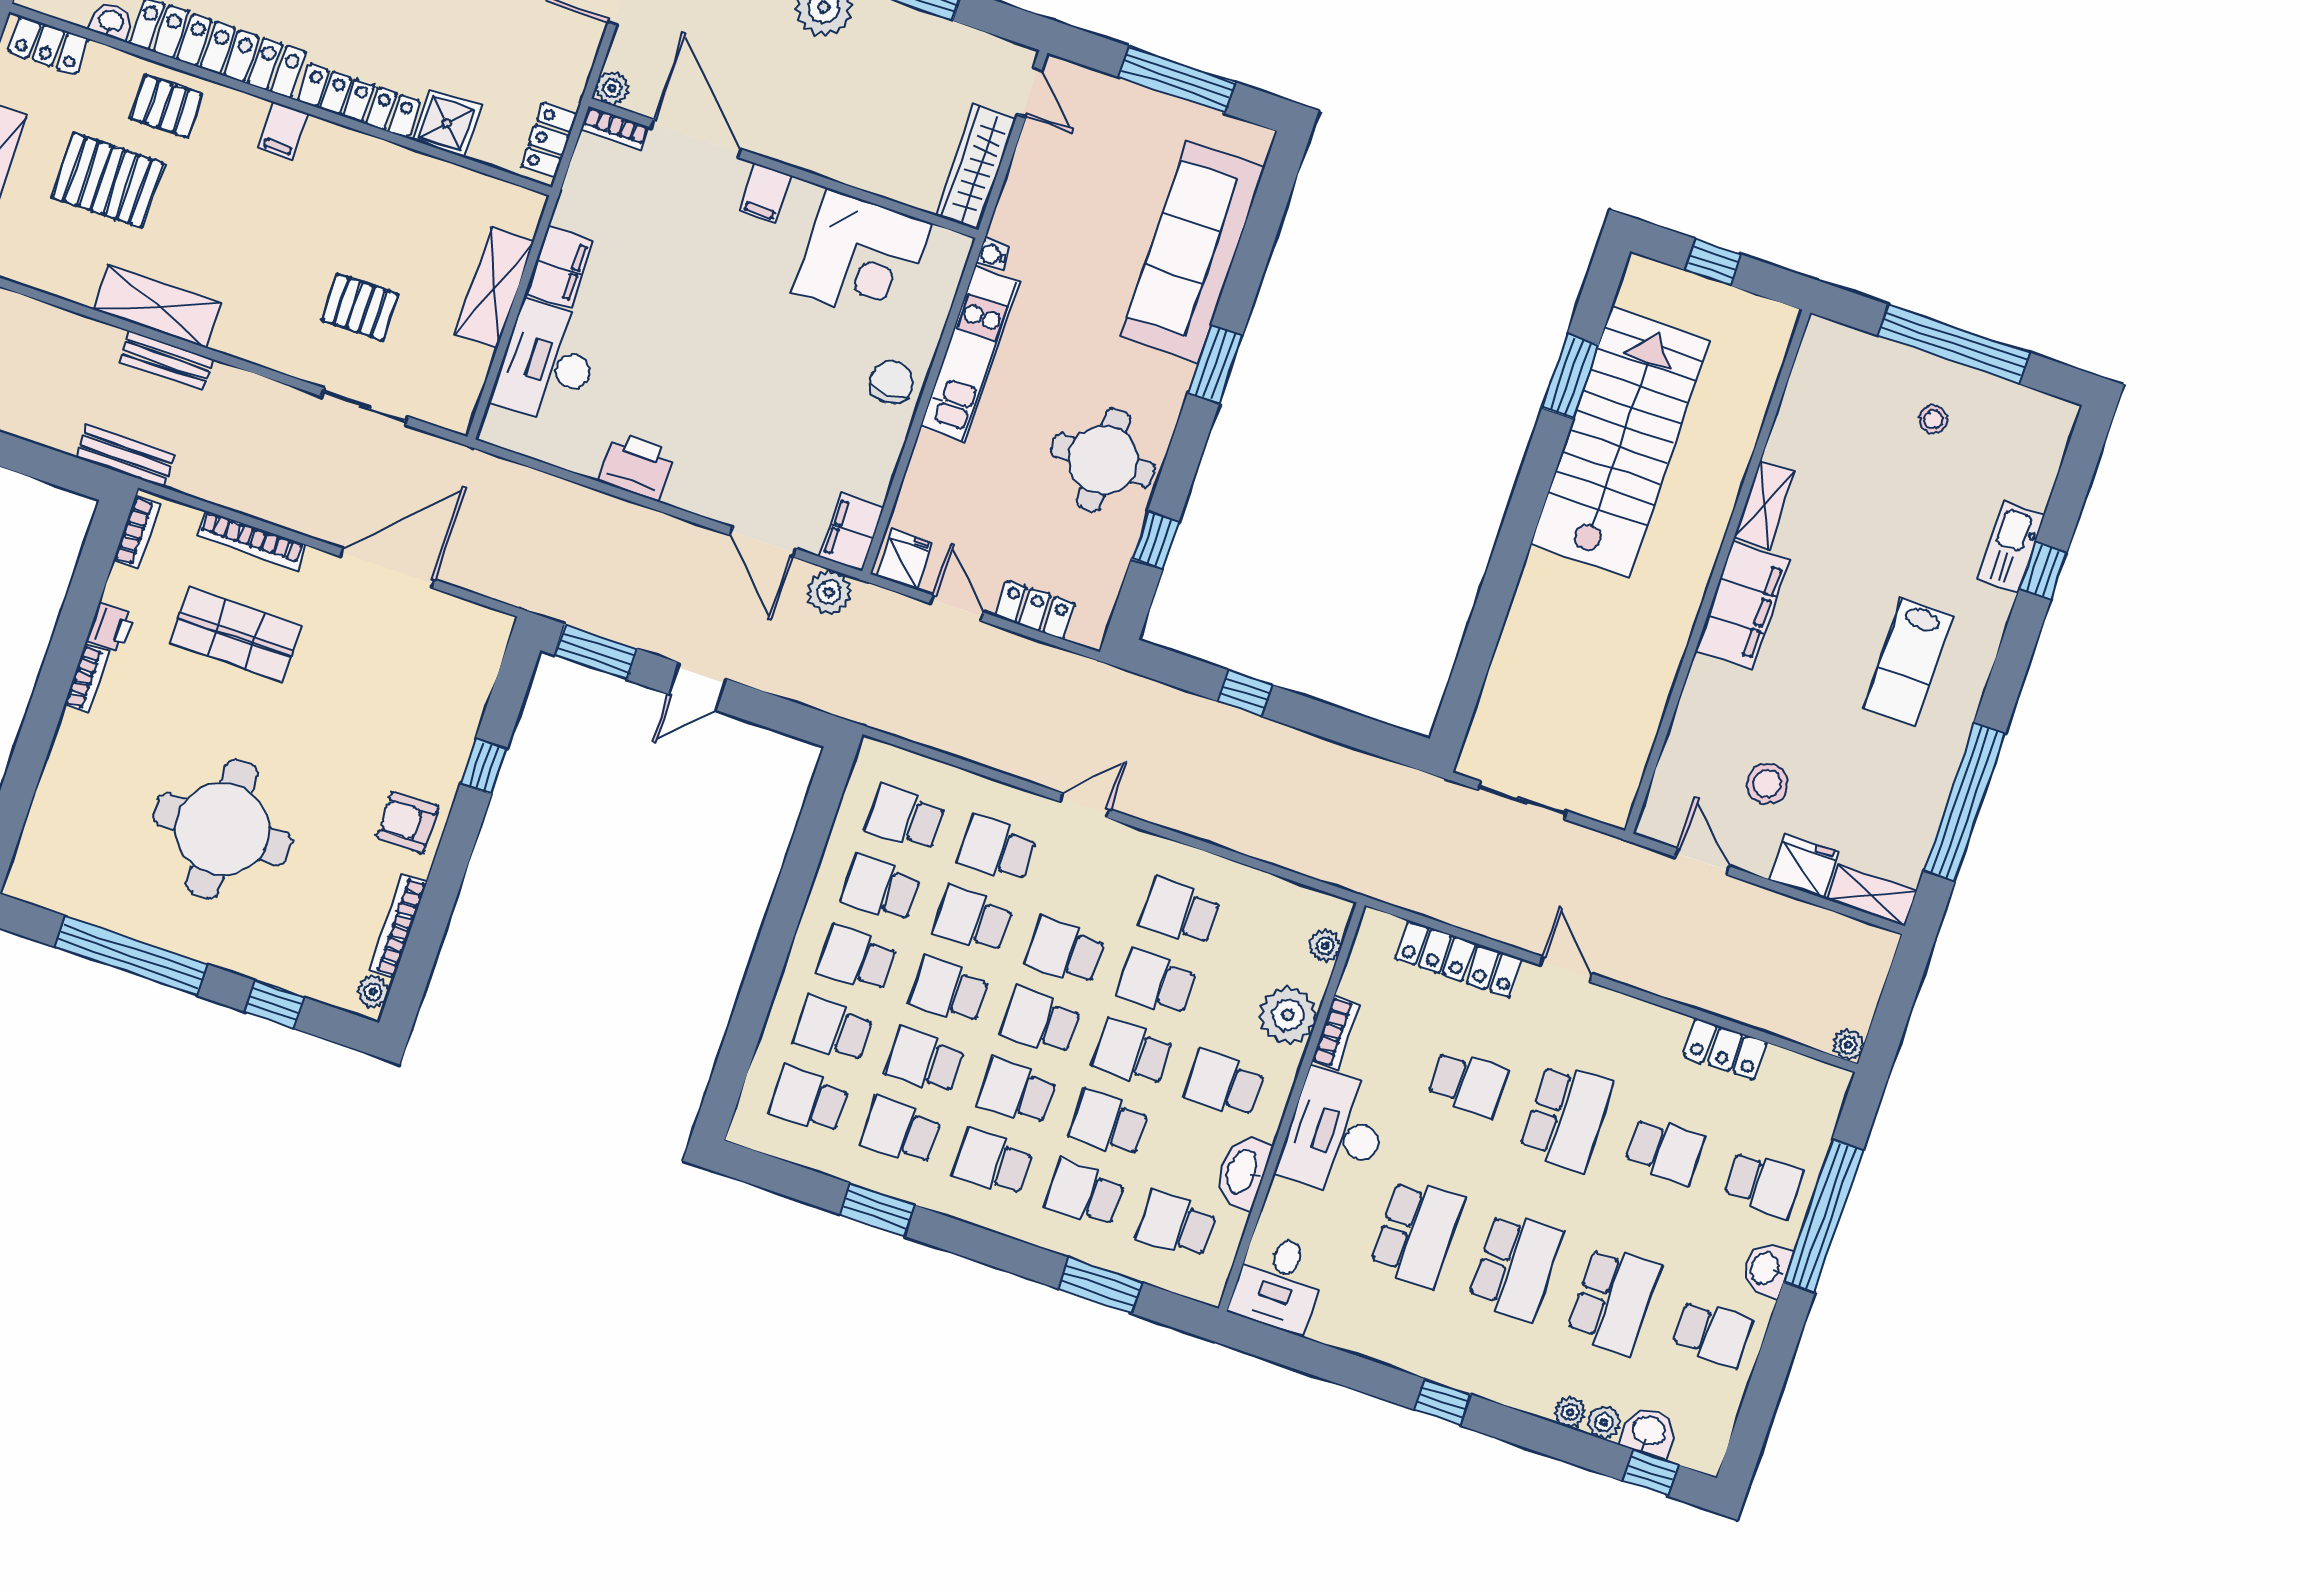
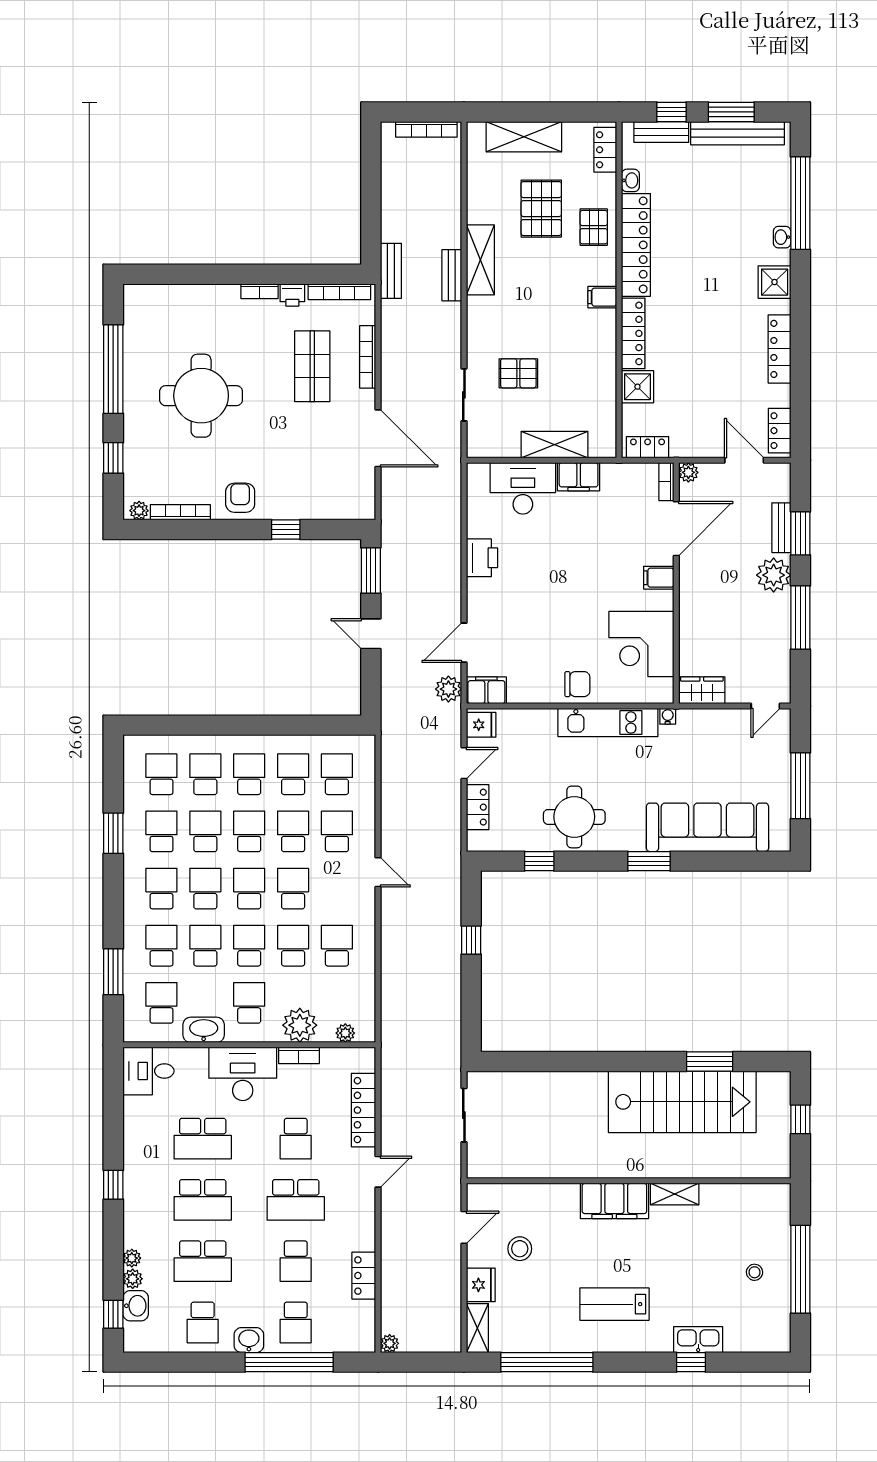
wardrobe: (976, 167) -> (702, 690), width x0.67
pallet: (360, 307) -> (518, 373), turned 90
bookcase: (137, 532) -> (339, 292), width x1.56

